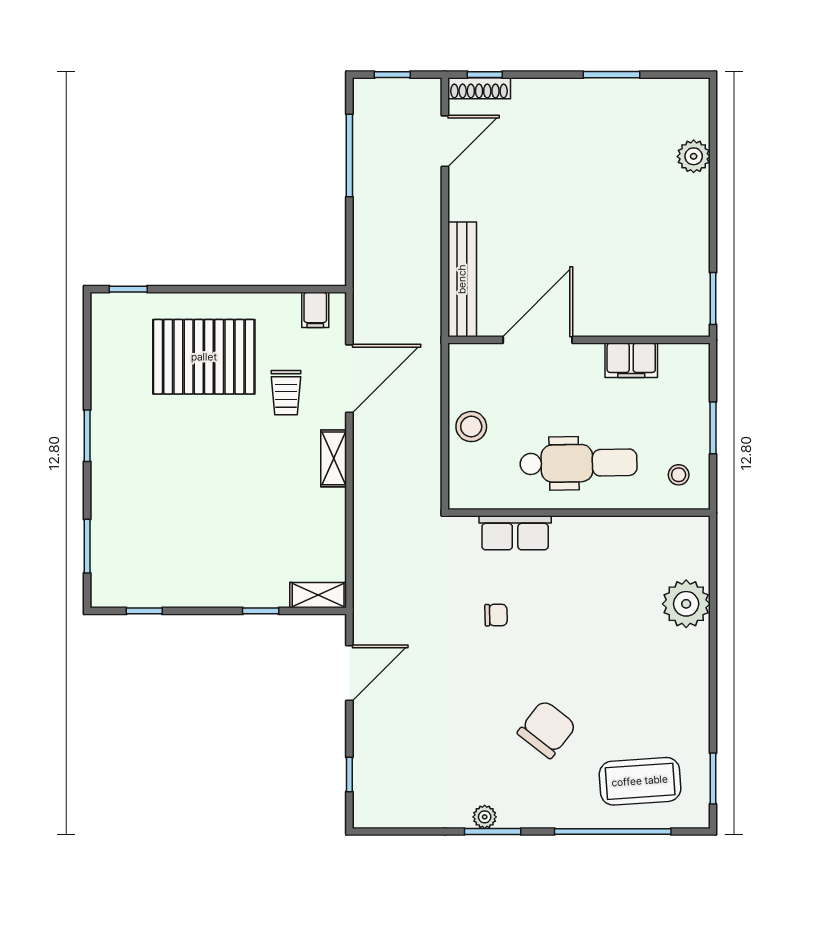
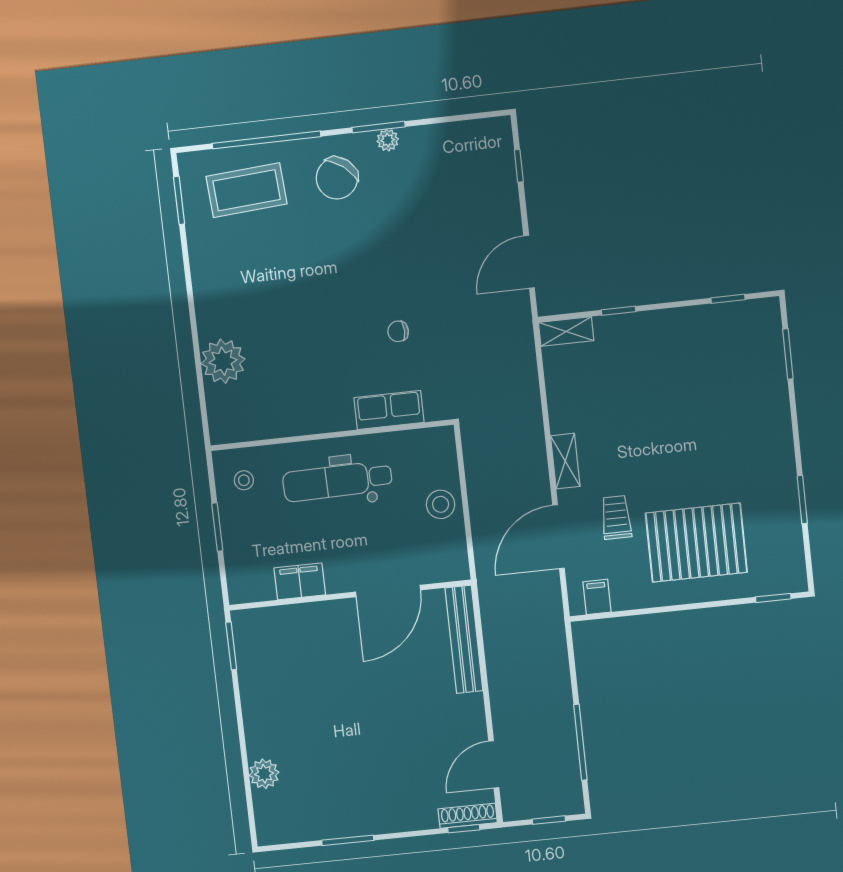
window: (87, 436) -> (802, 500), moved
chair: (547, 729) -> (337, 178), moved

